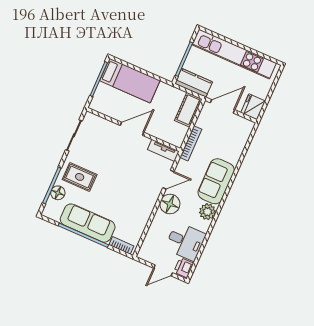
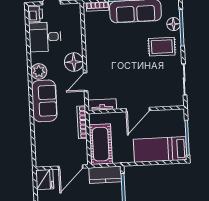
cot: (188, 110) -> (101, 144), width x1.37, depth x1.34

